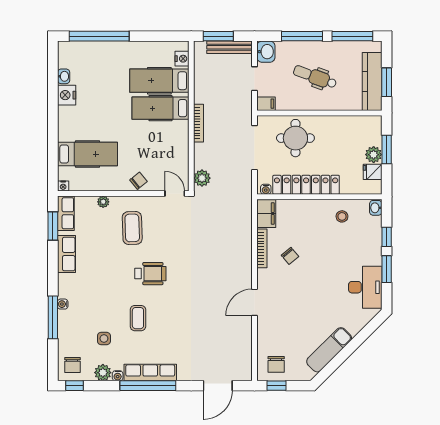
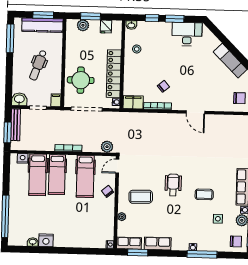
window: (302, 36) -> (9, 74), removed
hospital bed: (87, 154) -> (85, 176), moved, turned 180
plant: (374, 155) -> (83, 25), moved

